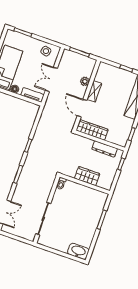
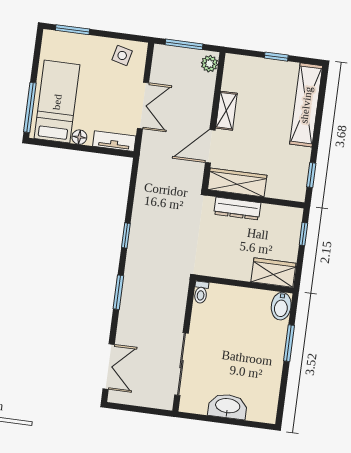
double door: (51, 79) -> (143, 106), swing flipped
plant: (85, 81) -> (209, 64), moved
door: (82, 108) -> (210, 146), hinge flipped
dresser: (105, 149) -> (237, 208), moved
wardrobe: (87, 176) -> (273, 273), moved
bidet: (102, 199) -> (281, 306), added
washbasin: (78, 251) -> (228, 406), moved

